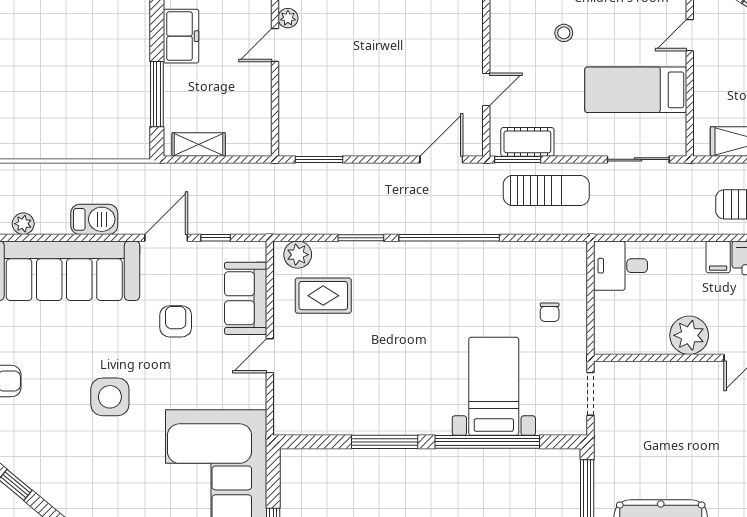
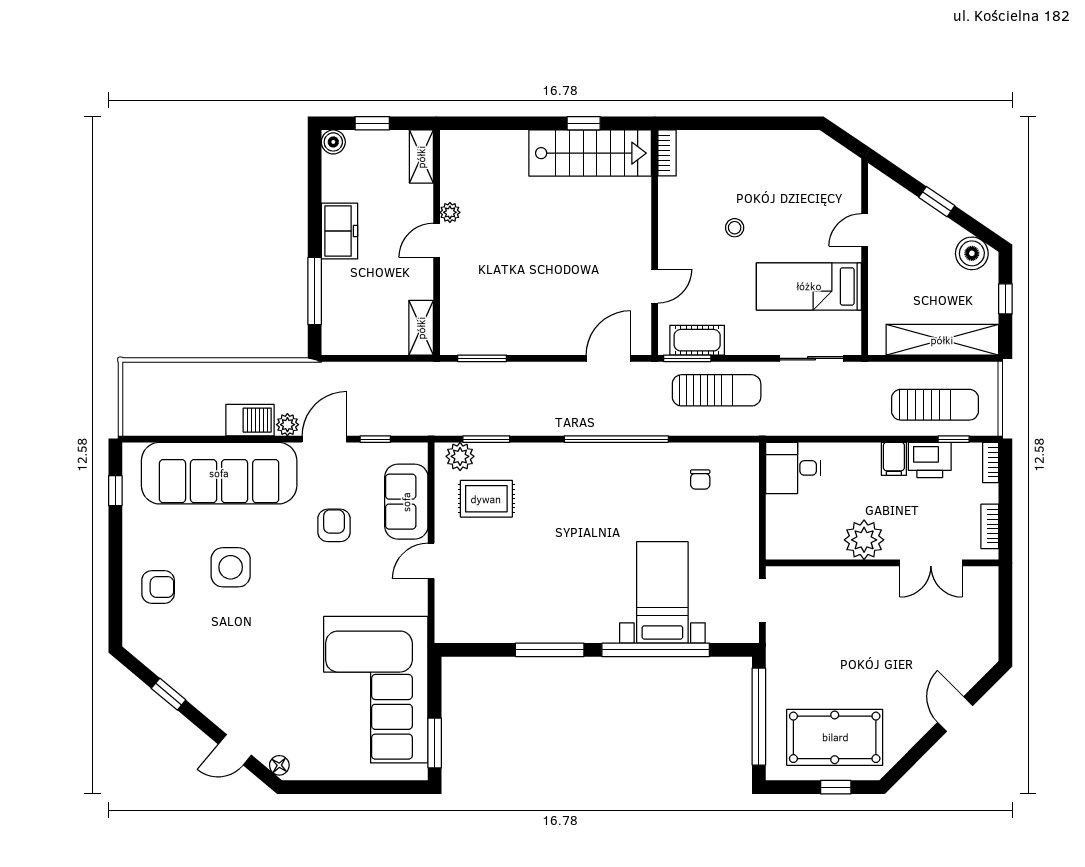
shelving: (199, 144) -> (421, 328), moved, turned 90
plant: (23, 224) -> (287, 425), moved
window: (361, 238) -> (486, 439), moved
chair: (550, 312) -> (700, 479), moved
side table: (110, 397) -> (231, 567), moved

